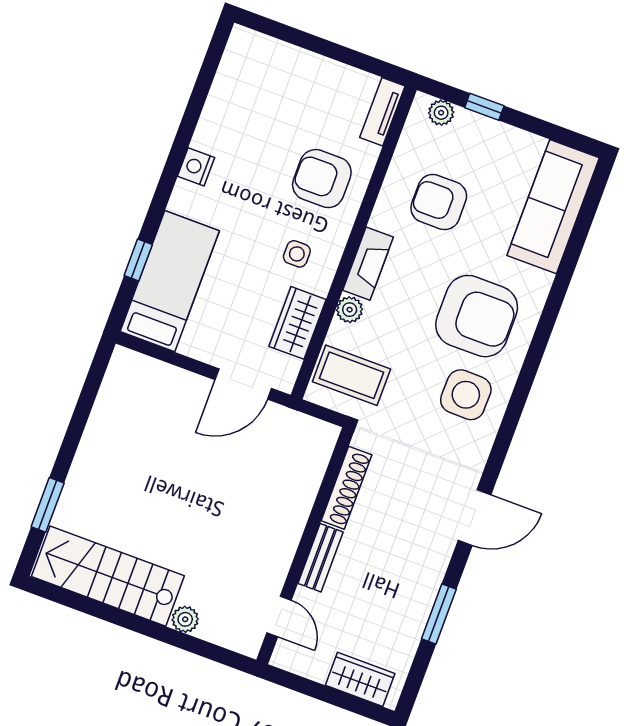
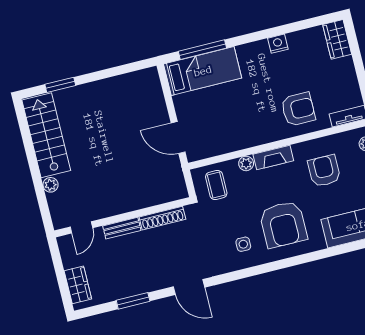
nightstand: (196, 167) -> (278, 44), moved
armchair: (322, 179) -> (298, 109), turned 90
side table: (297, 254) -> (255, 121), removed
window: (138, 260) -> (202, 50), width x2.17
wardrobe: (297, 323) -> (337, 39), moved, turned -90
coffee table: (351, 375) -> (216, 185), width x0.73, depth x0.77
side table: (466, 395) -> (243, 244), width x0.54, depth x0.54

